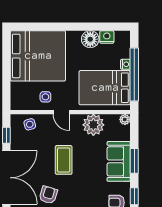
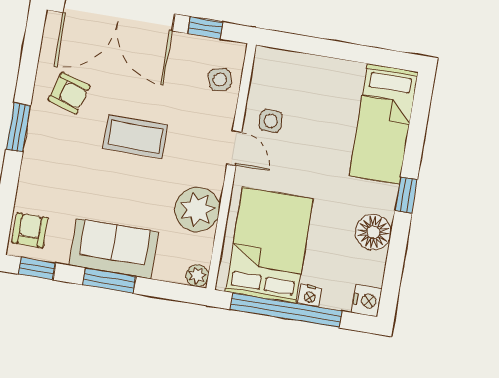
window: (70, 27) -> (406, 195), added
nightstand: (107, 37) -> (367, 301), moved
bed: (38, 56) -> (384, 124), width x0.49
door: (61, 112) -> (234, 148), swing flipped

